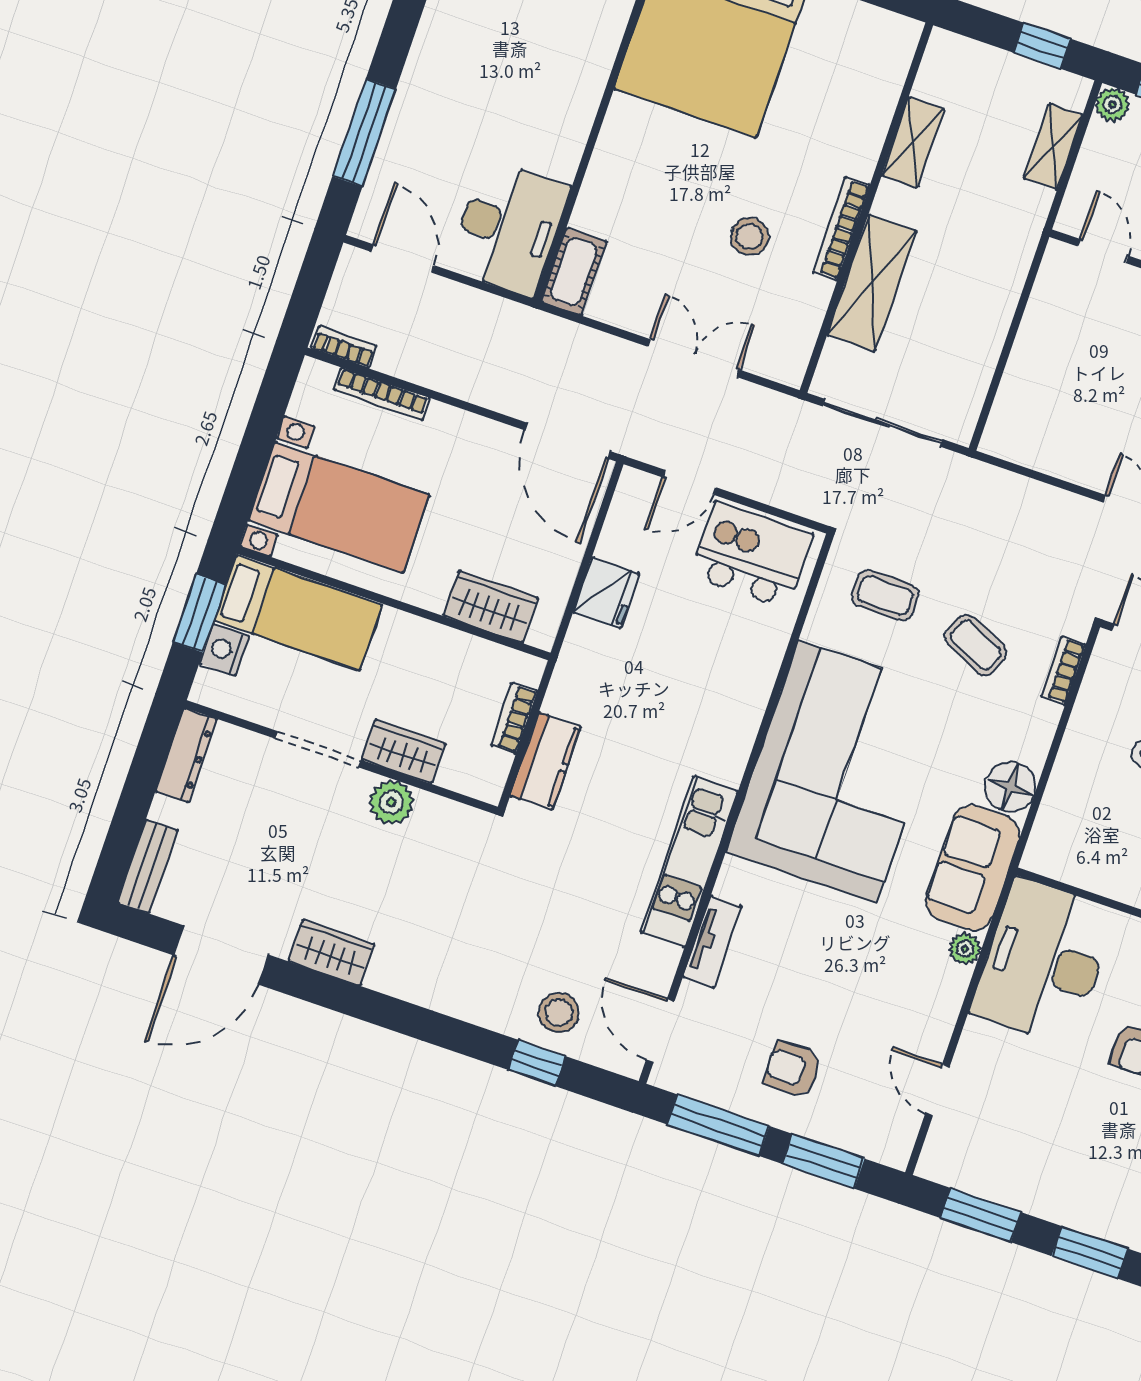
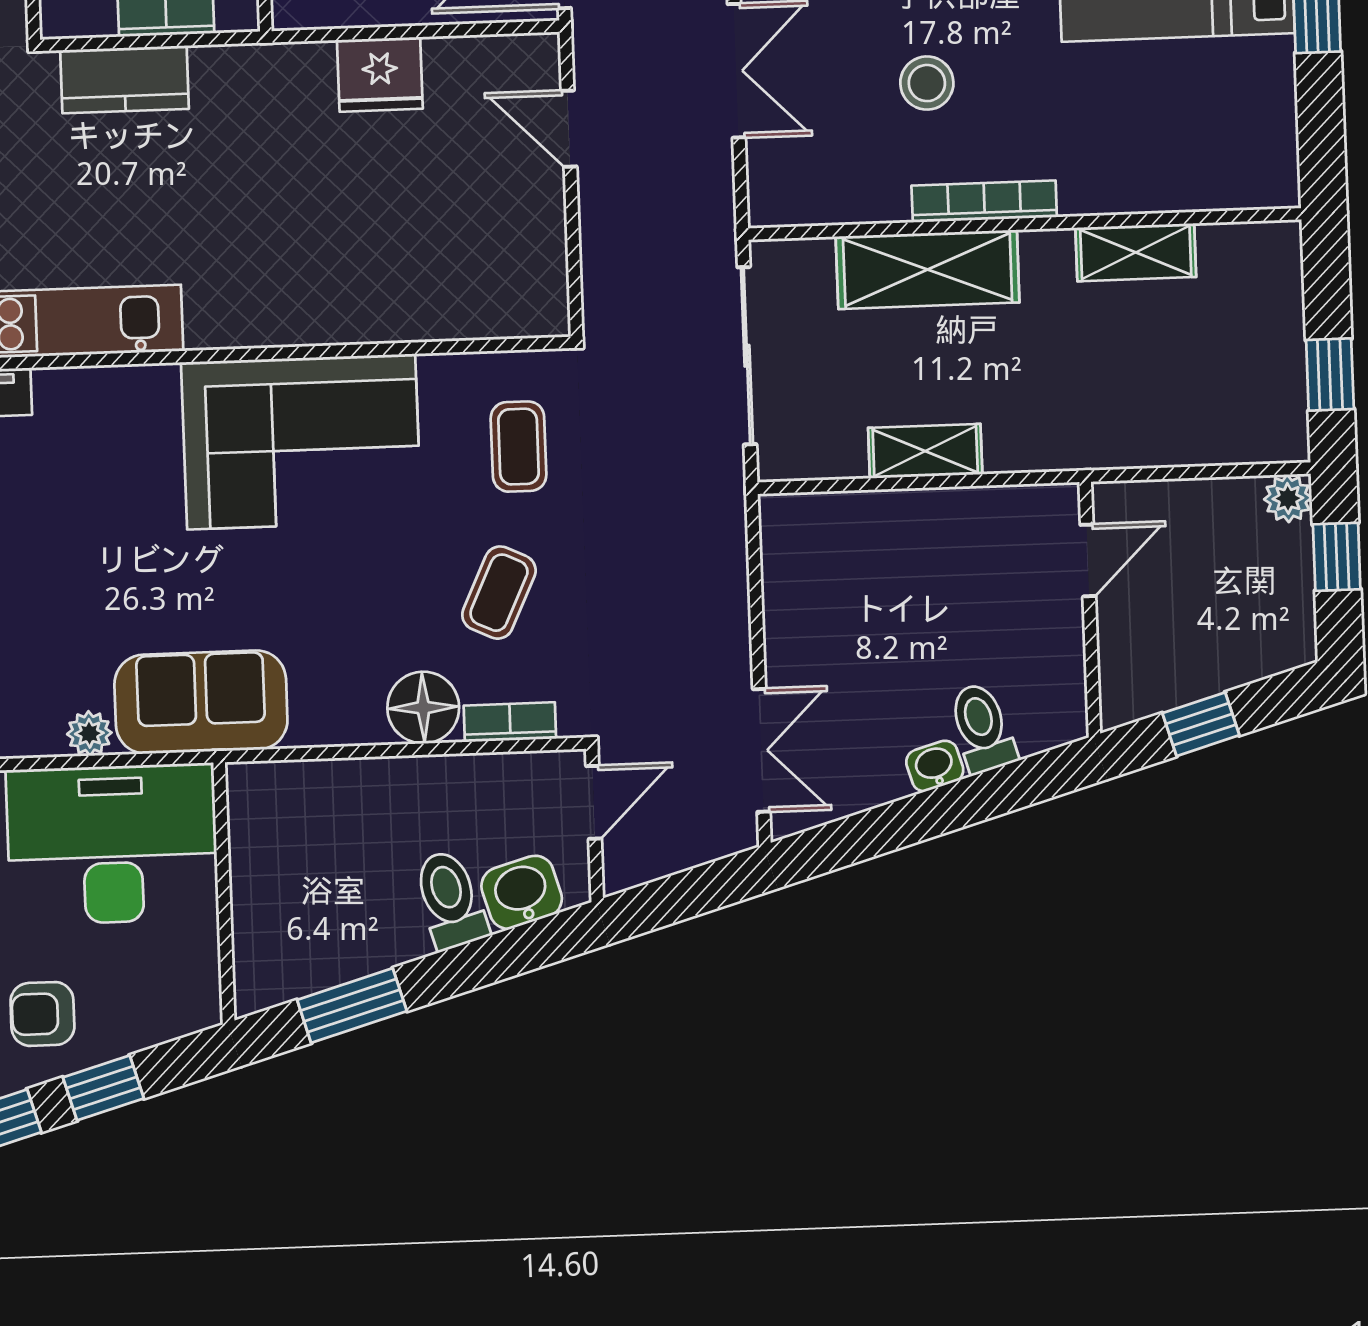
shelving: (1053, 146) -> (925, 451), moved
kitchen island: (751, 555) -> (504, 248), removed
corner sofa: (837, 772) -> (301, 442), width x0.73, depth x0.74
floor lamp: (1010, 787) -> (423, 708), moved

